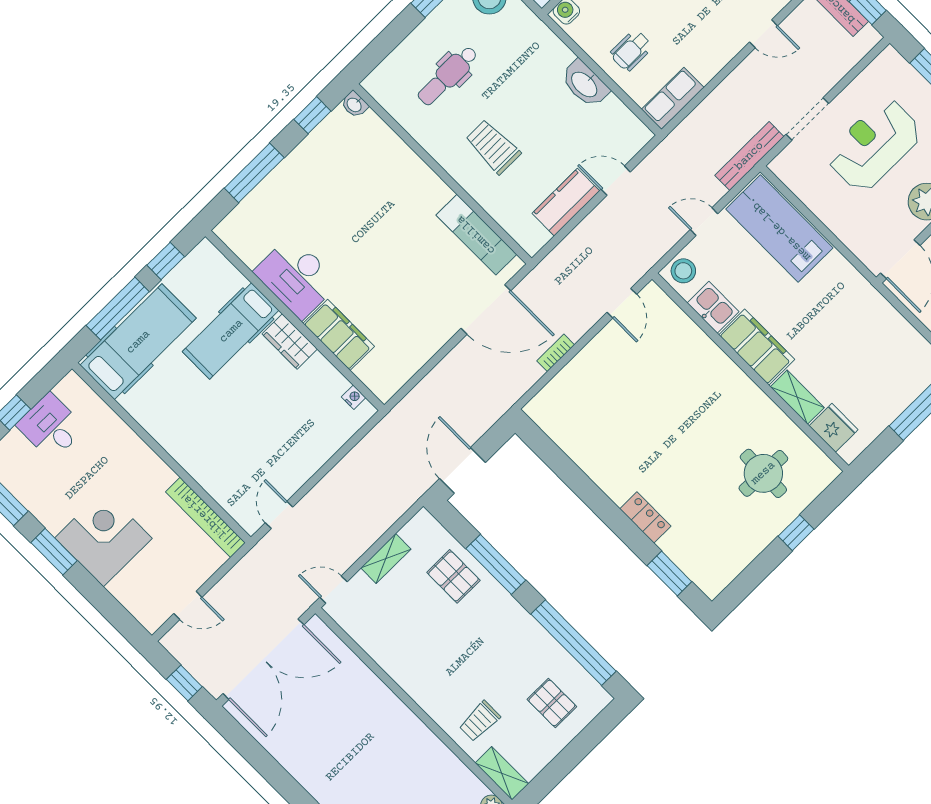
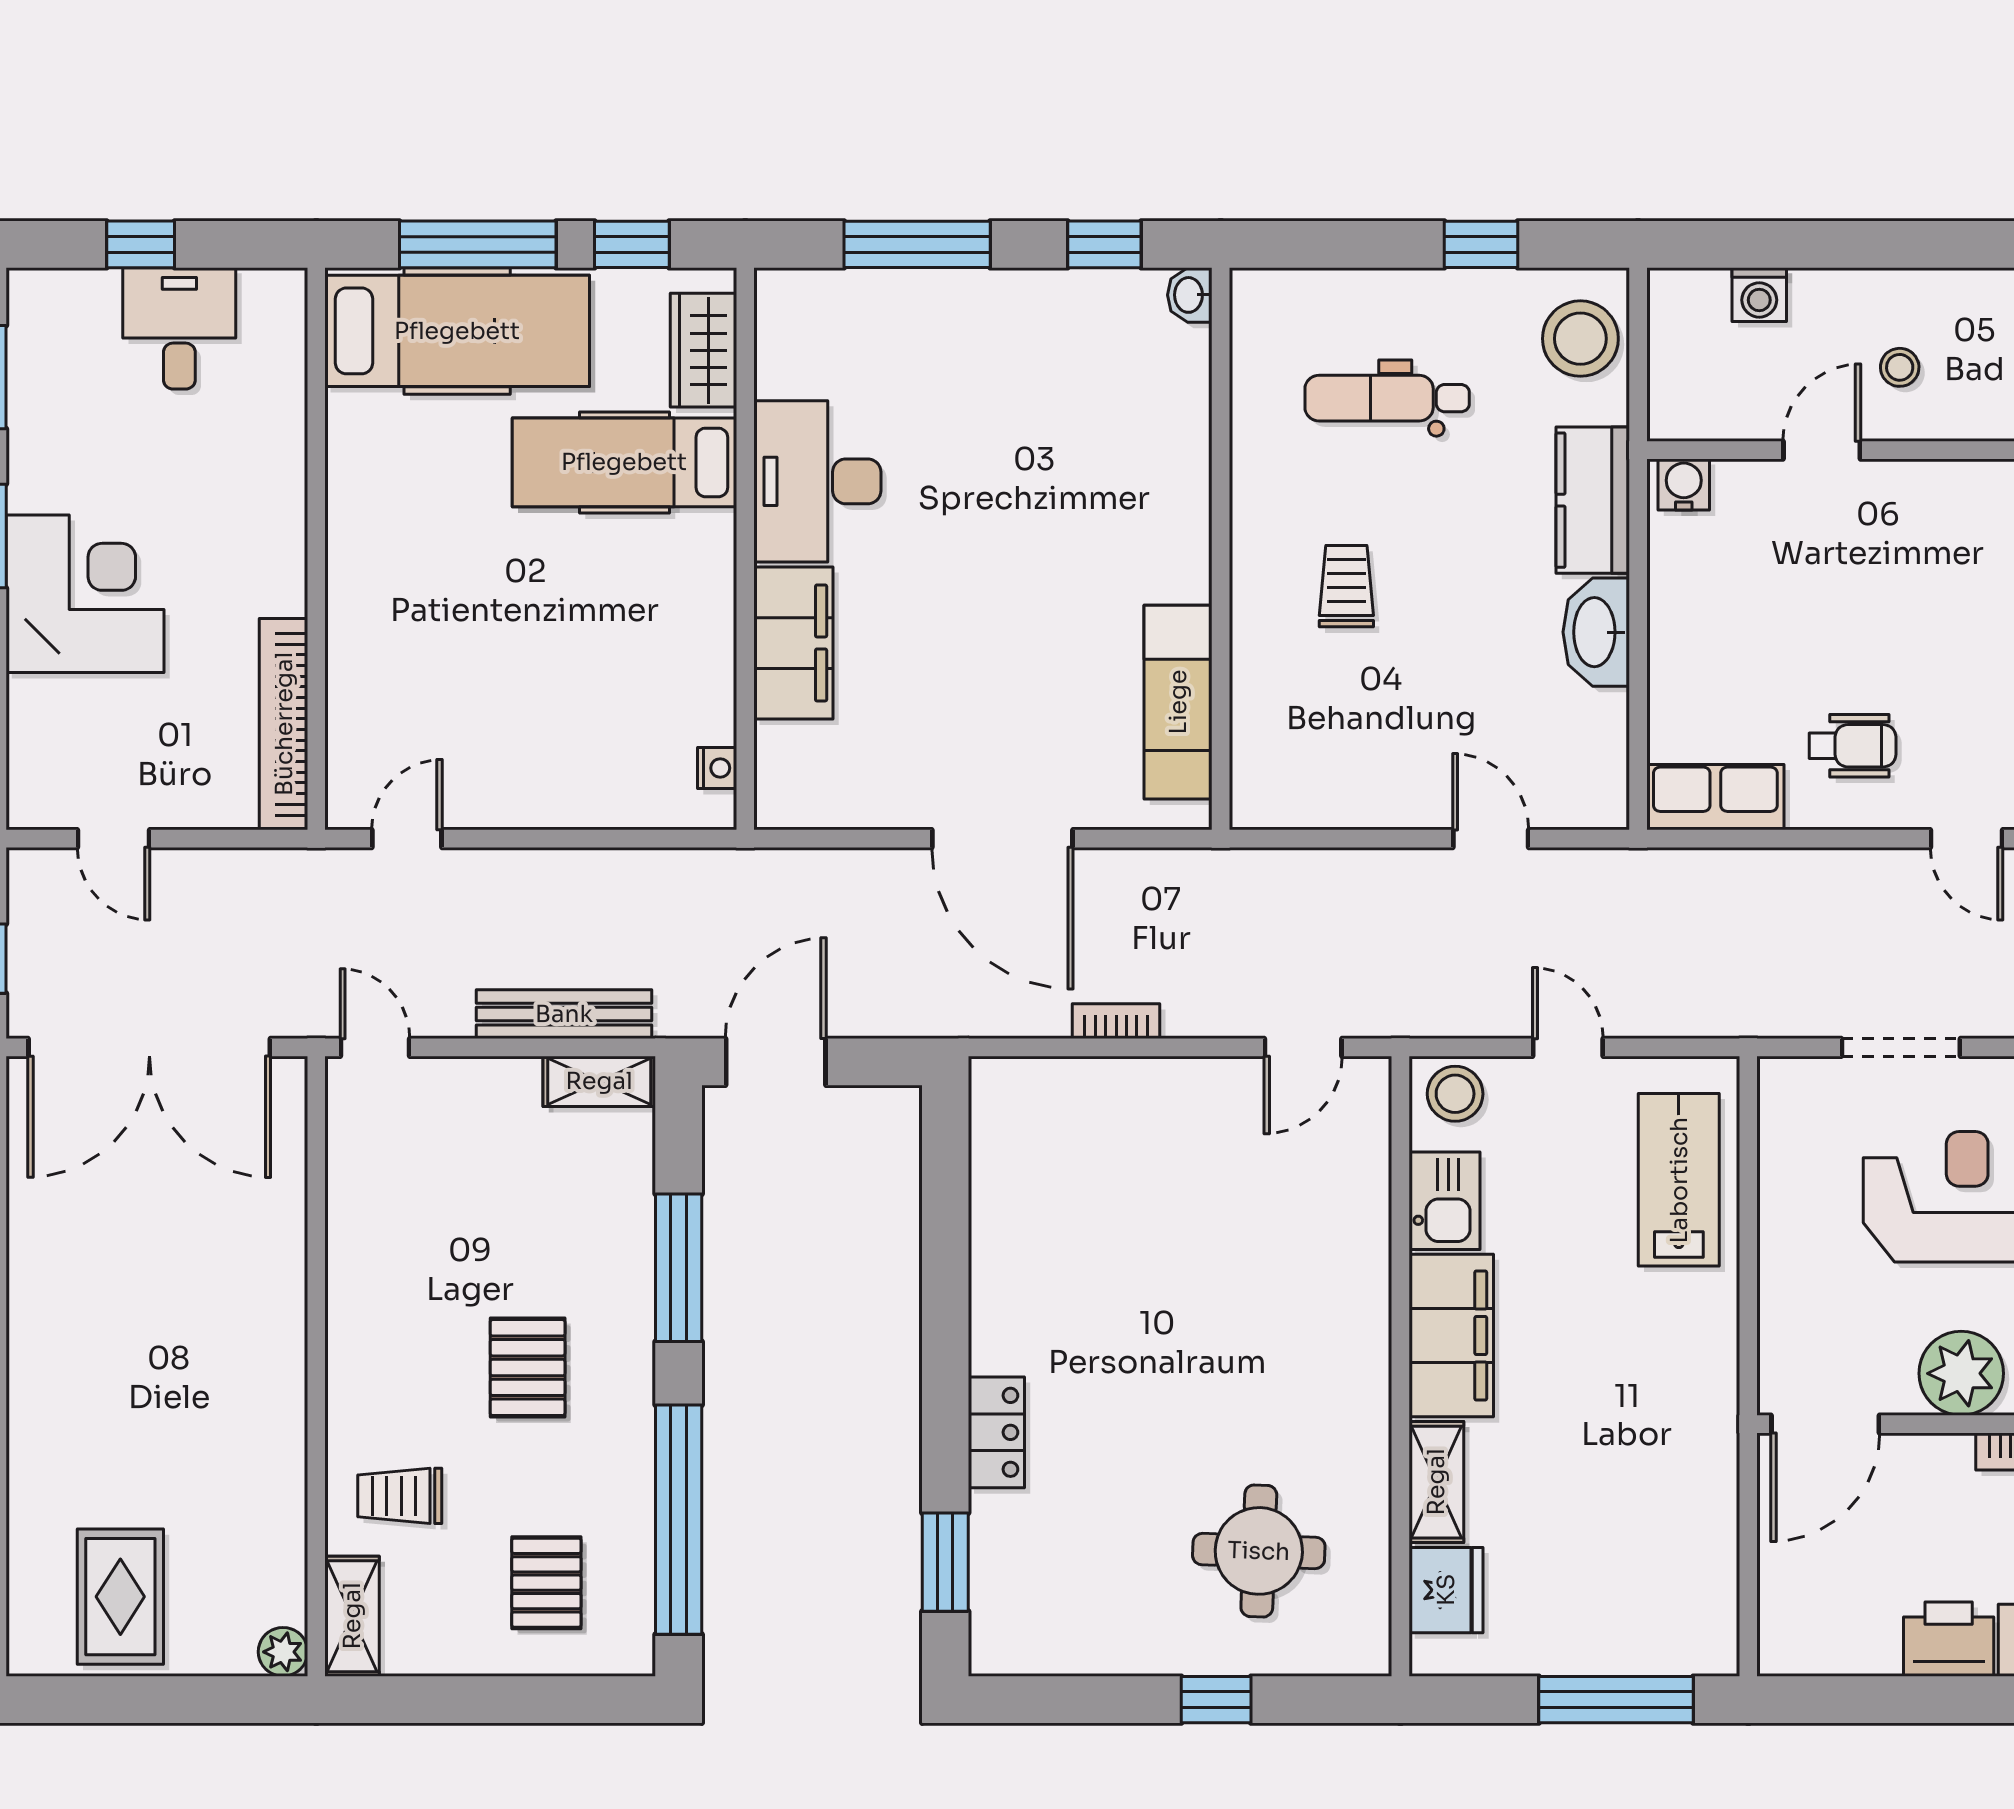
wheelchair: (631, 50) -> (1852, 746), moved, turned 180
trolley: (493, 147) -> (1346, 586), width x0.73, depth x0.72
bench: (749, 156) -> (564, 1014), moved
kitchen counter: (566, 202) -> (1593, 500), moved, turned -90
lab bench: (779, 229) -> (1679, 1180), width x0.73, depth x0.72
door: (486, 309) -> (1002, 839), moved
wardrobe: (290, 341) -> (703, 350), moved
shelving: (386, 558) -> (599, 1081), moved
pallet: (453, 576) -> (528, 1368), moved

